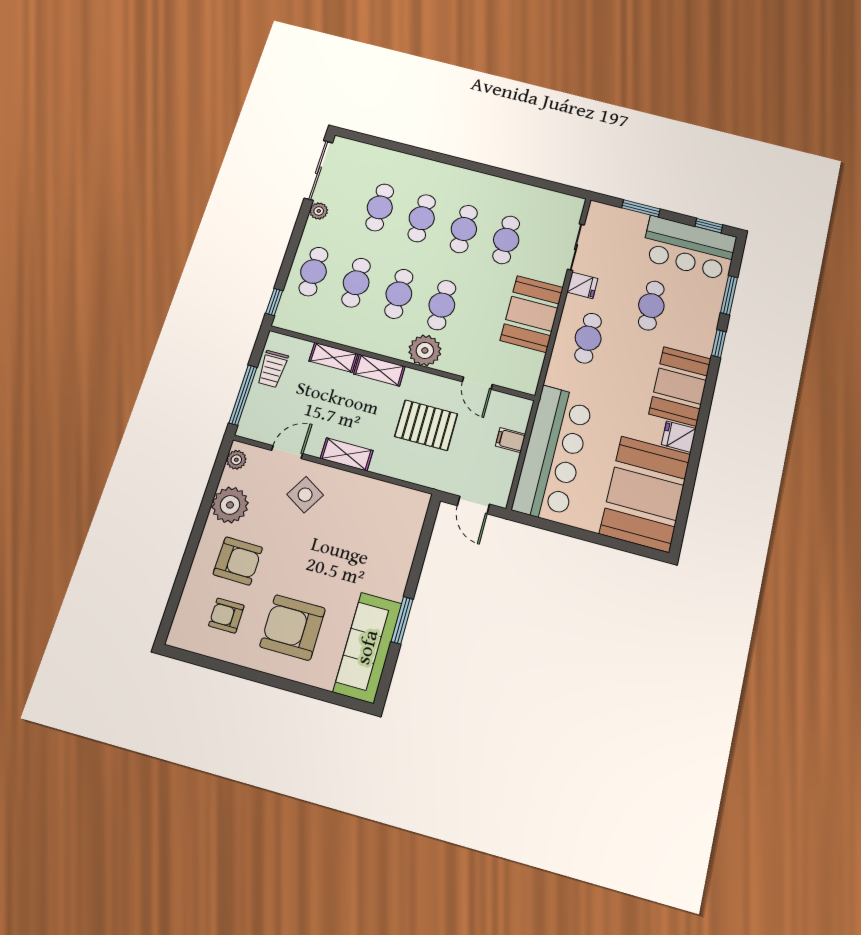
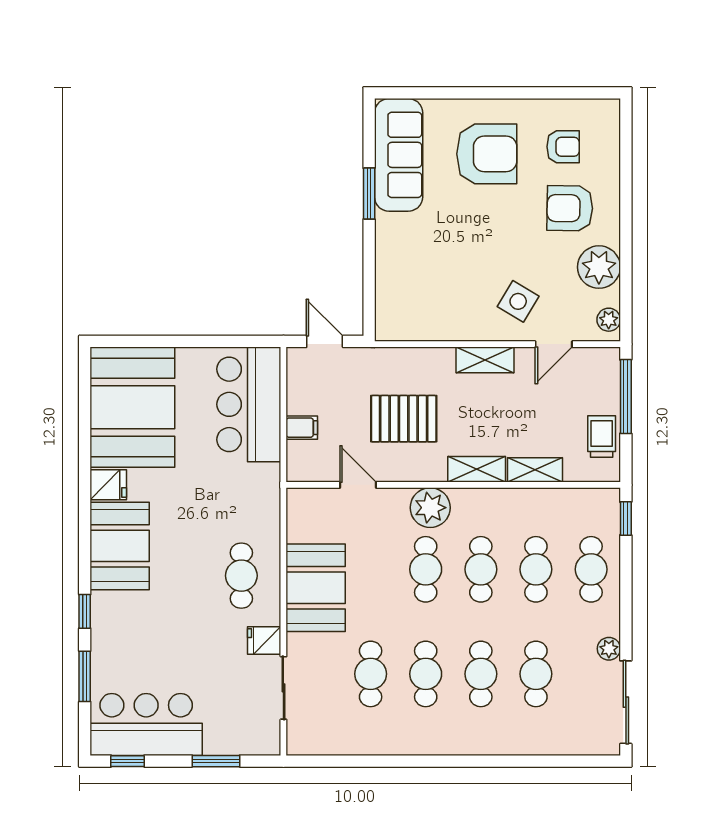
cafe table: (651, 306) -> (175, 637), removed
bar counter: (553, 453) -> (249, 404), width x0.73

